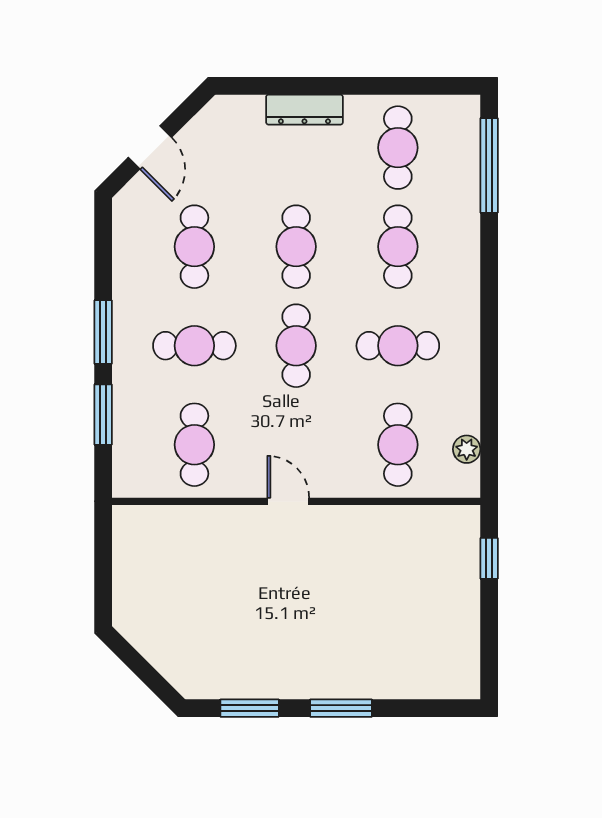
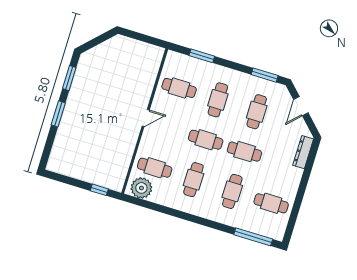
dresser: (304, 110) -> (303, 152), moved
door: (150, 147) -> (301, 106), hinge flipped
cafe table: (194, 247) -> (257, 112), turned 90
cafe table: (398, 247) -> (232, 191), turned 90
window: (103, 332) -> (265, 75), moved
plant: (467, 449) -> (141, 188), width x1.88, depth x1.88

